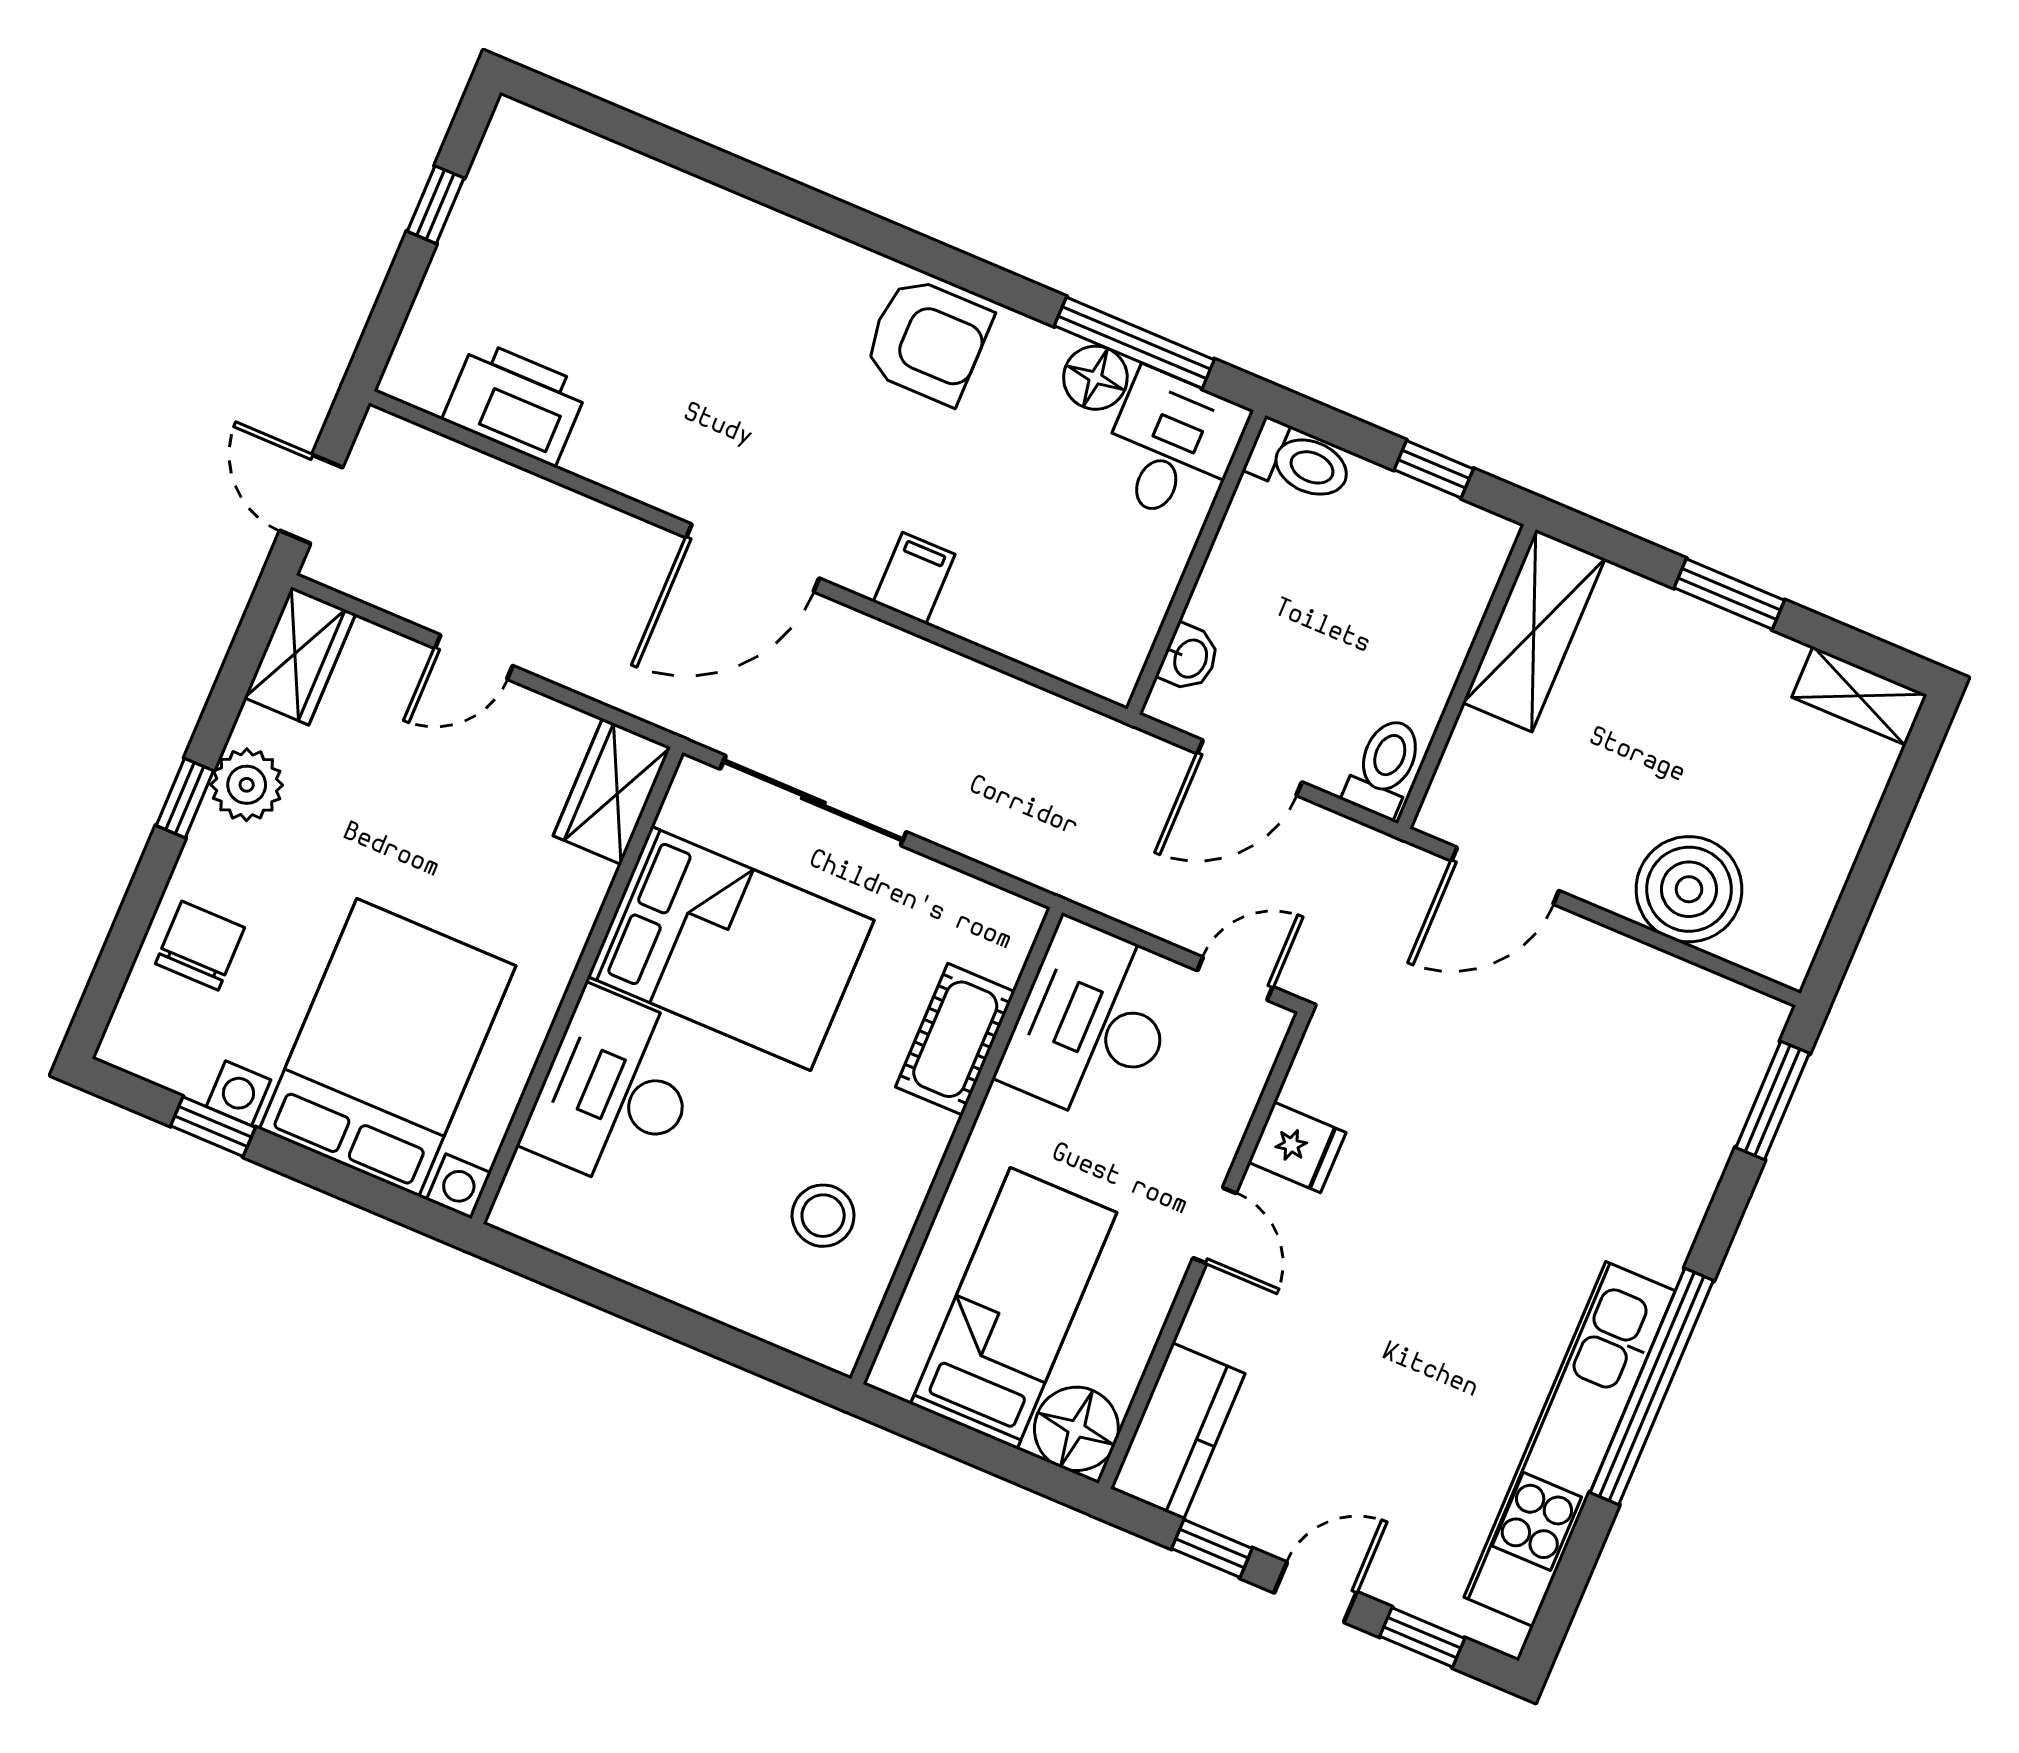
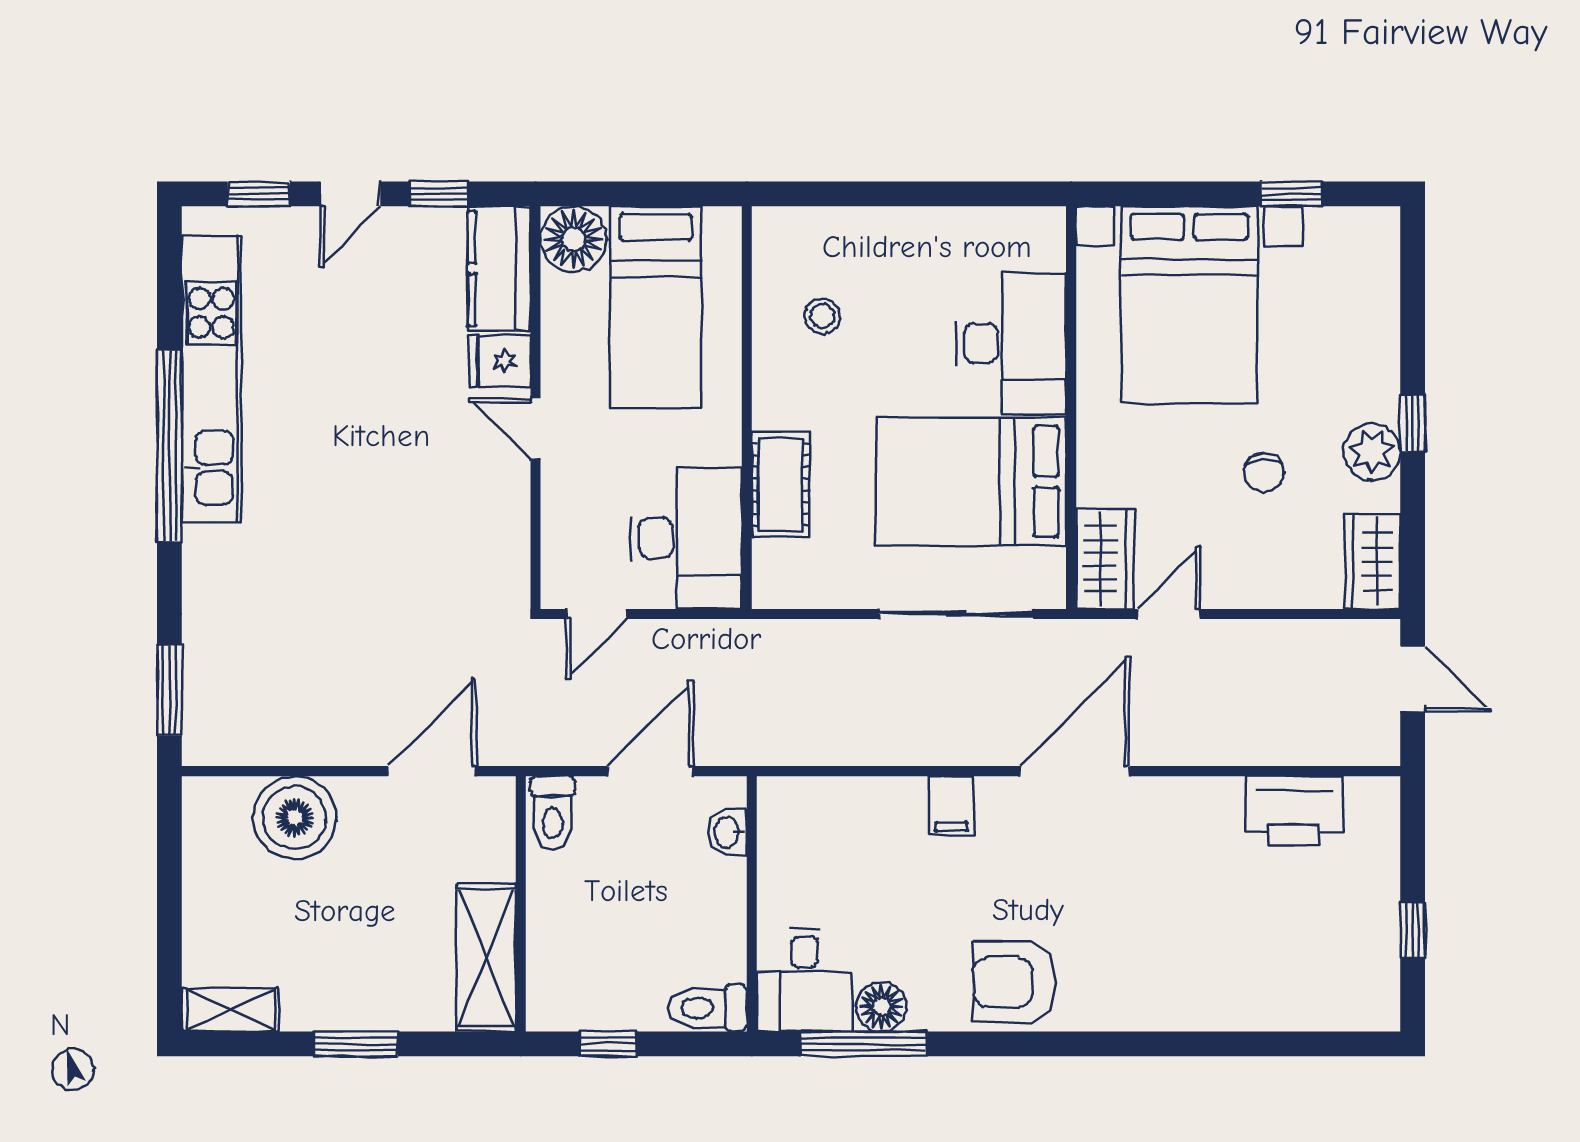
door: (474, 657) -> (1169, 614), moved
chair: (200, 946) -> (1264, 472), moved, width x0.73, depth x0.73
fridge: (1297, 1147) -> (500, 361), moved
stool: (823, 1216) -> (822, 316), width x0.73, depth x0.73

